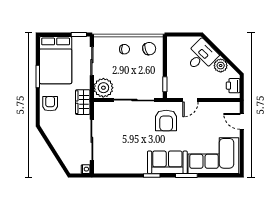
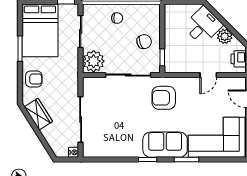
chair: (149, 49) -> (144, 42), moved
door: (190, 100) -> (208, 75), moved
wardrobe: (83, 102) -> (38, 114), moved, turned 148
armchair: (50, 104) -> (34, 79), turned 90
armchair: (166, 120) -> (164, 98), turned 90

